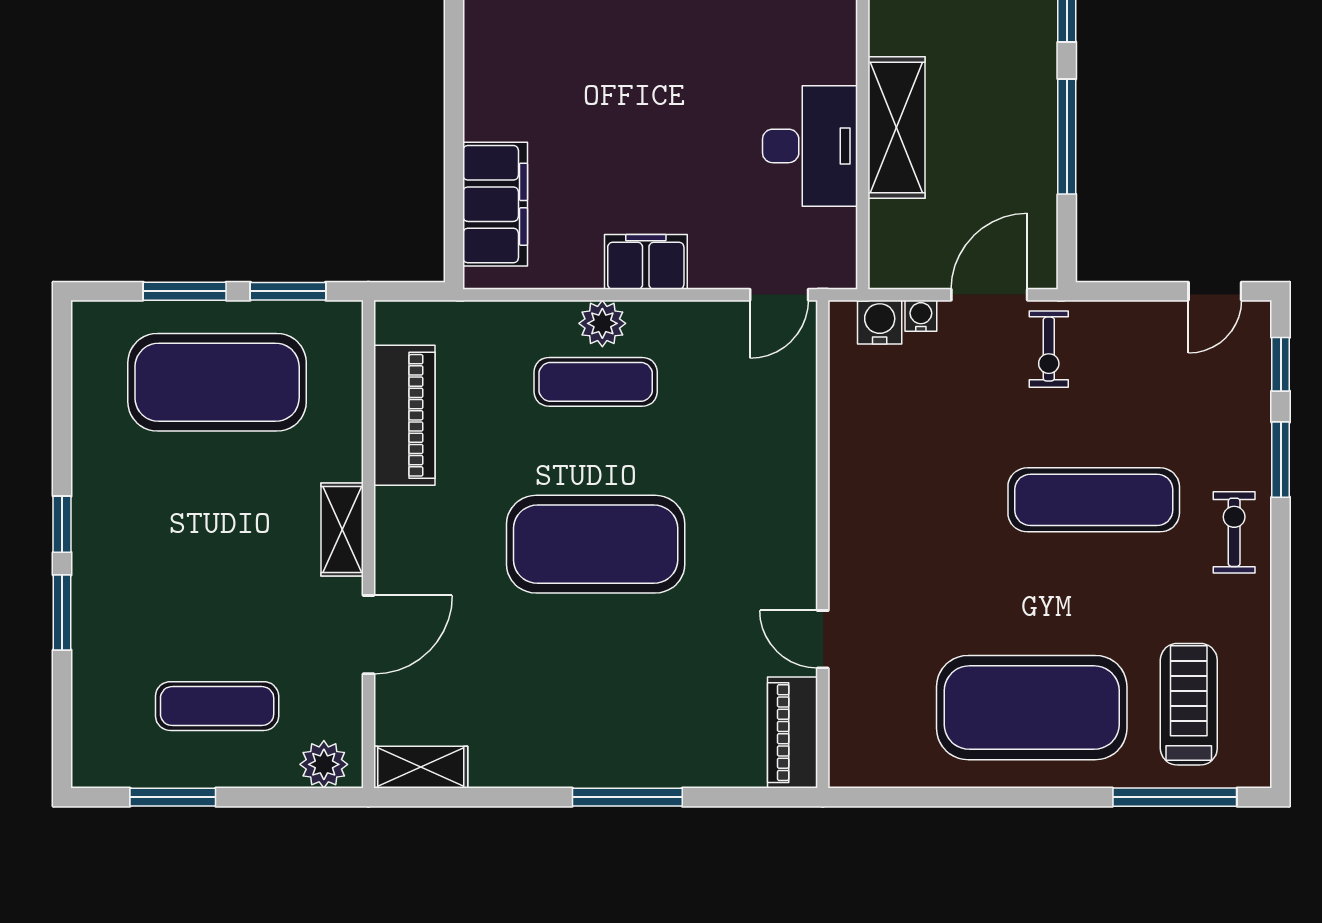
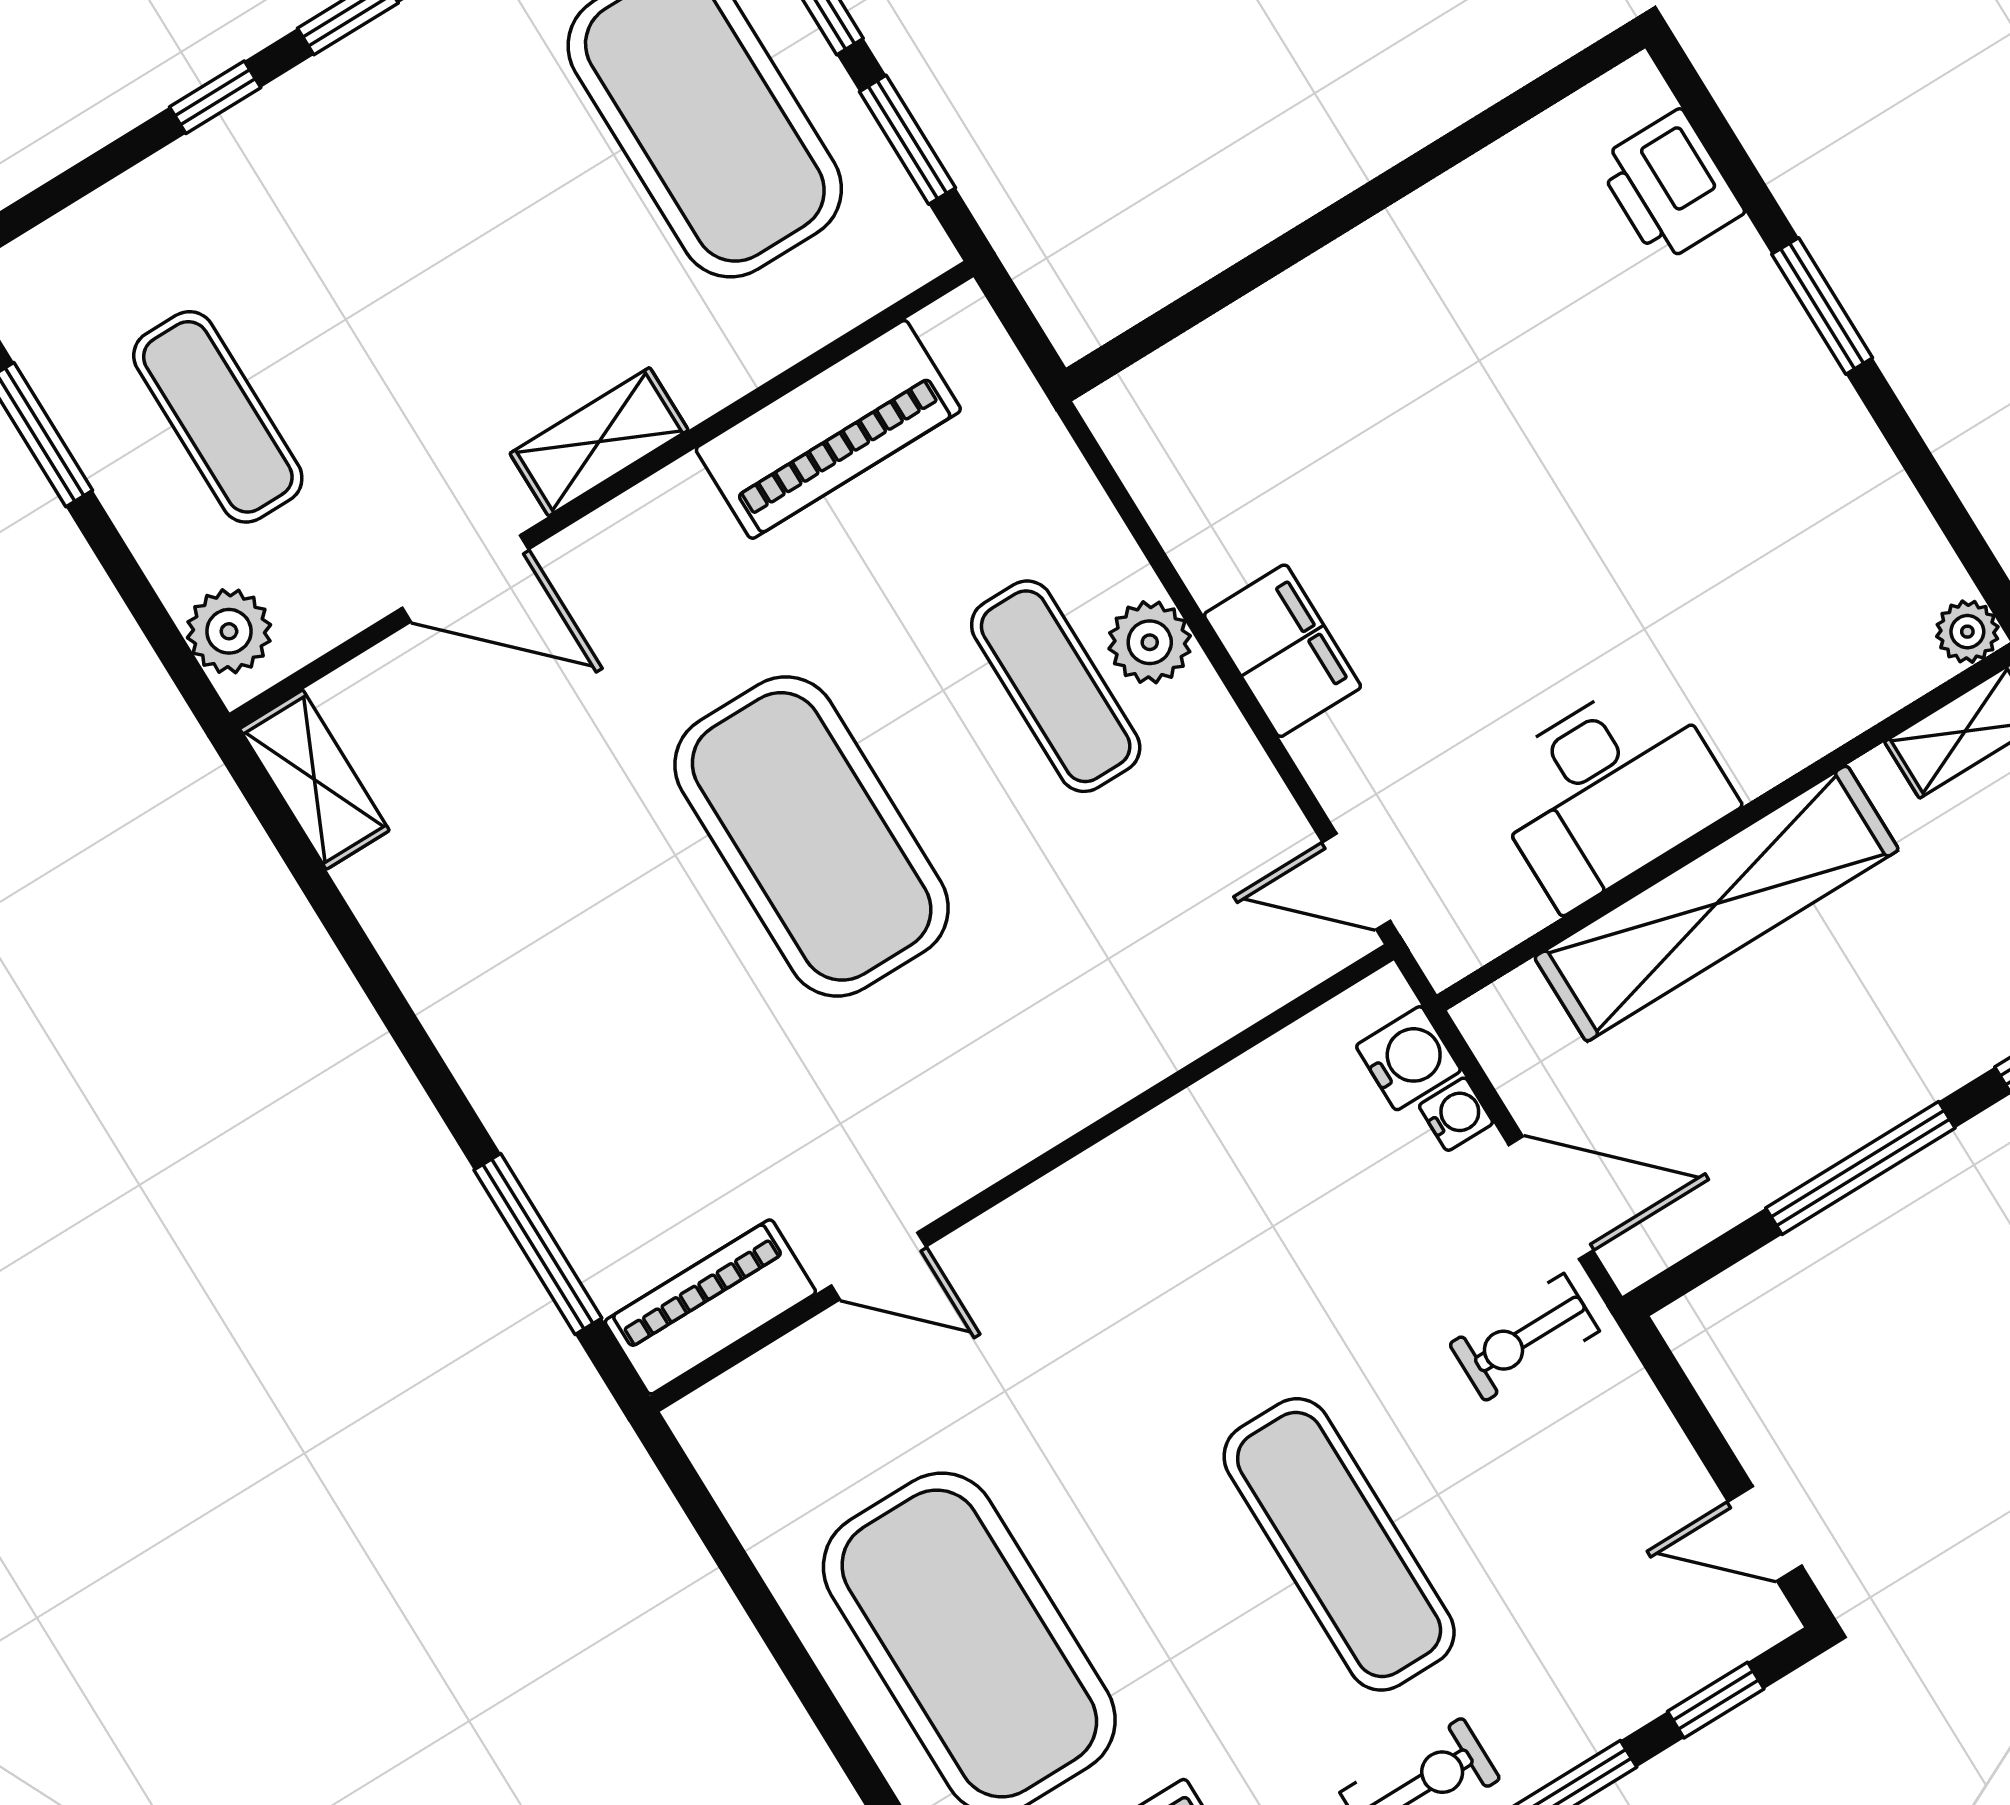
shelving: (897, 127) -> (1717, 903), width x1.47
filing cabinet: (495, 204) -> (1230, 371), removed
window: (62, 612) -> (215, 97), width x0.67
door: (823, 639) -> (879, 1266), swing flipped
window: (627, 797) -> (538, 1244), moved

